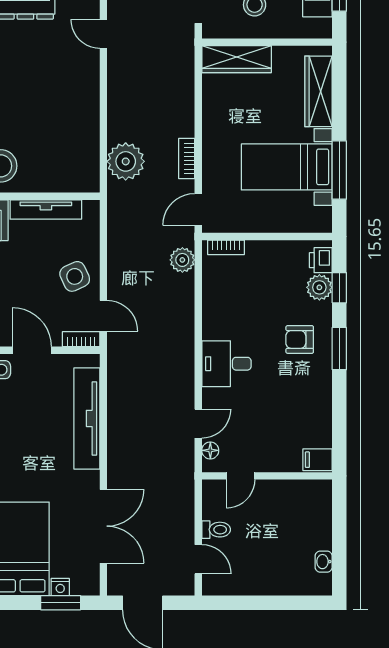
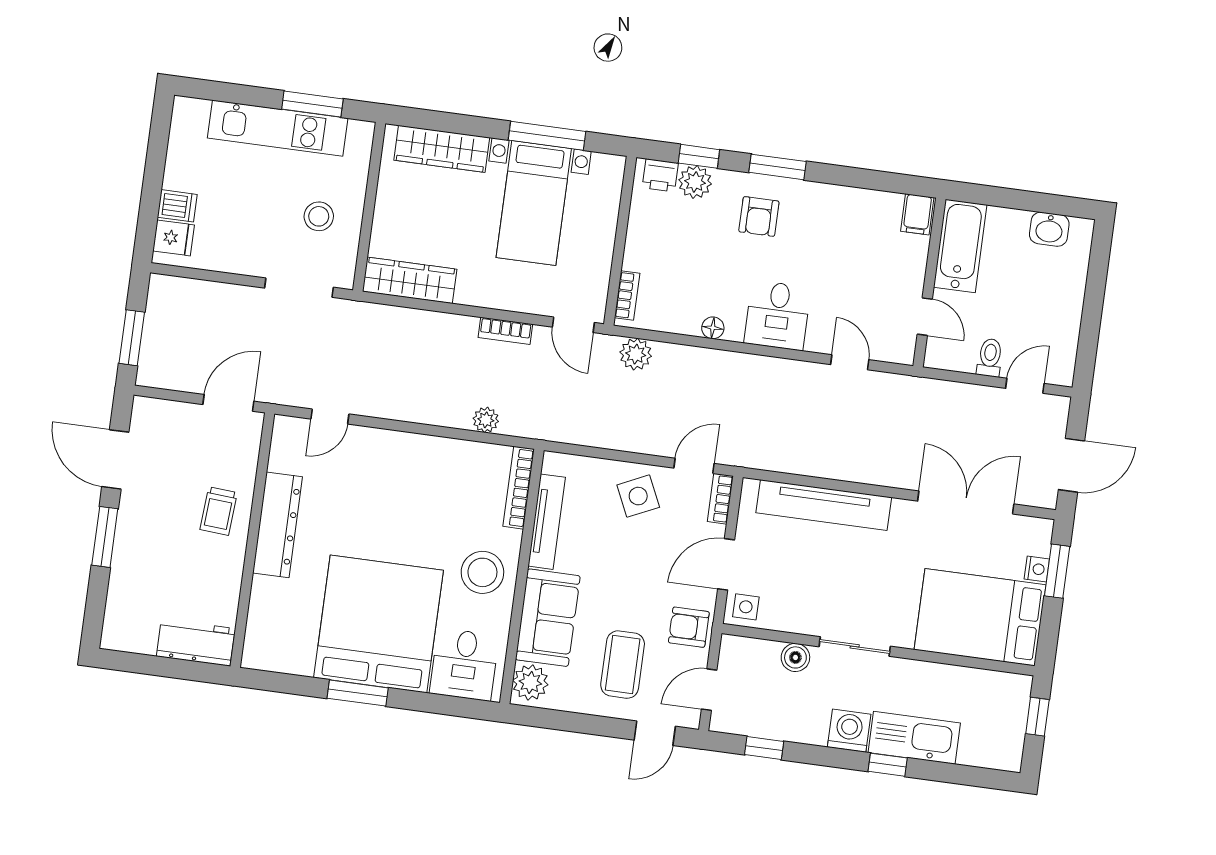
wardrobe: (237, 59) -> (410, 280), moved, turned -90
plant: (126, 161) -> (486, 420), width x0.53, depth x0.53
bookcase: (69, 185) -> (519, 488), added
floor lamp: (210, 450) -> (713, 328), moved
bathtub: (298, 496) -> (960, 246), added
washbasin: (324, 562) -> (1049, 229), width x1.38, depth x1.45

